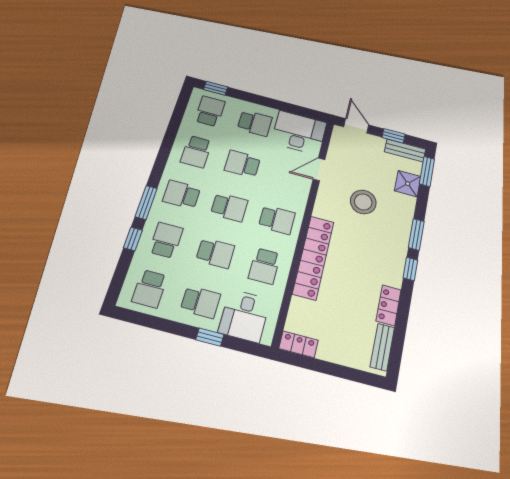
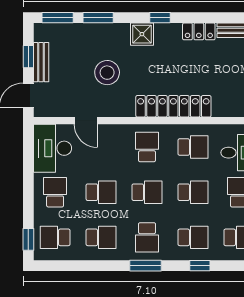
bench: (405, 150) -> (41, 62), moved
school desk: (242, 164) -> (101, 192), turned -90
shower: (408, 184) -> (142, 34), moved
window: (146, 202) -> (145, 266), moved
school desk: (229, 207) -> (147, 192), turned 90
window: (416, 234) -> (98, 18), moved
school desk: (166, 240) -> (193, 237), turned 180
school desk: (215, 253) -> (193, 192), turned 90

